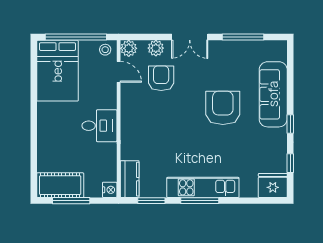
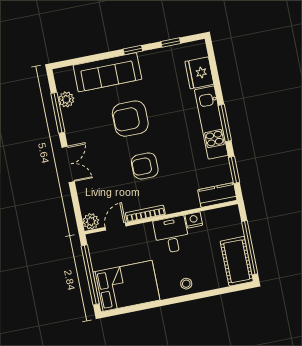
plant: (156, 48) -> (66, 99), moved
stool: (105, 50) -> (186, 284), moved
armchair: (161, 78) -> (145, 166), moved
bookcase: (125, 104) -> (145, 214), added
fridge: (273, 185) -> (199, 73), moved
nightstand: (110, 190) -> (194, 220), moved
window: (71, 201) -> (250, 248), width x1.46

